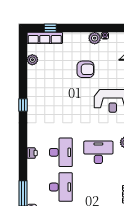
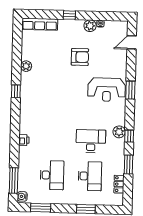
window: (50, 28) -> (69, 15), moved
plant: (32, 60) -> (26, 66), moved
desk: (61, 152) -> (90, 176), moved

